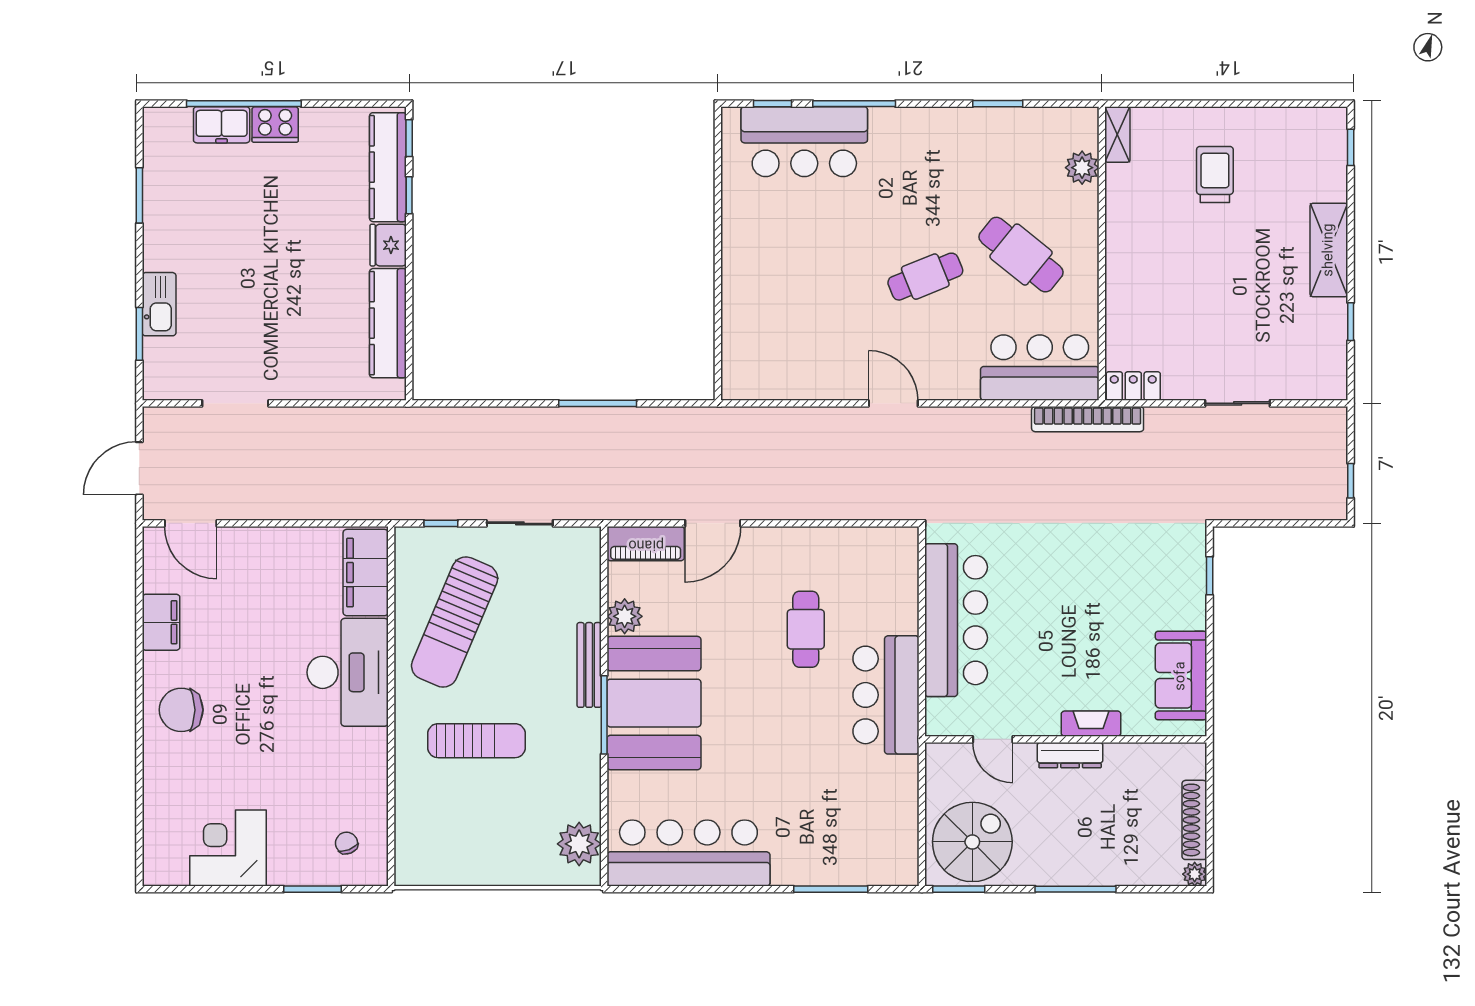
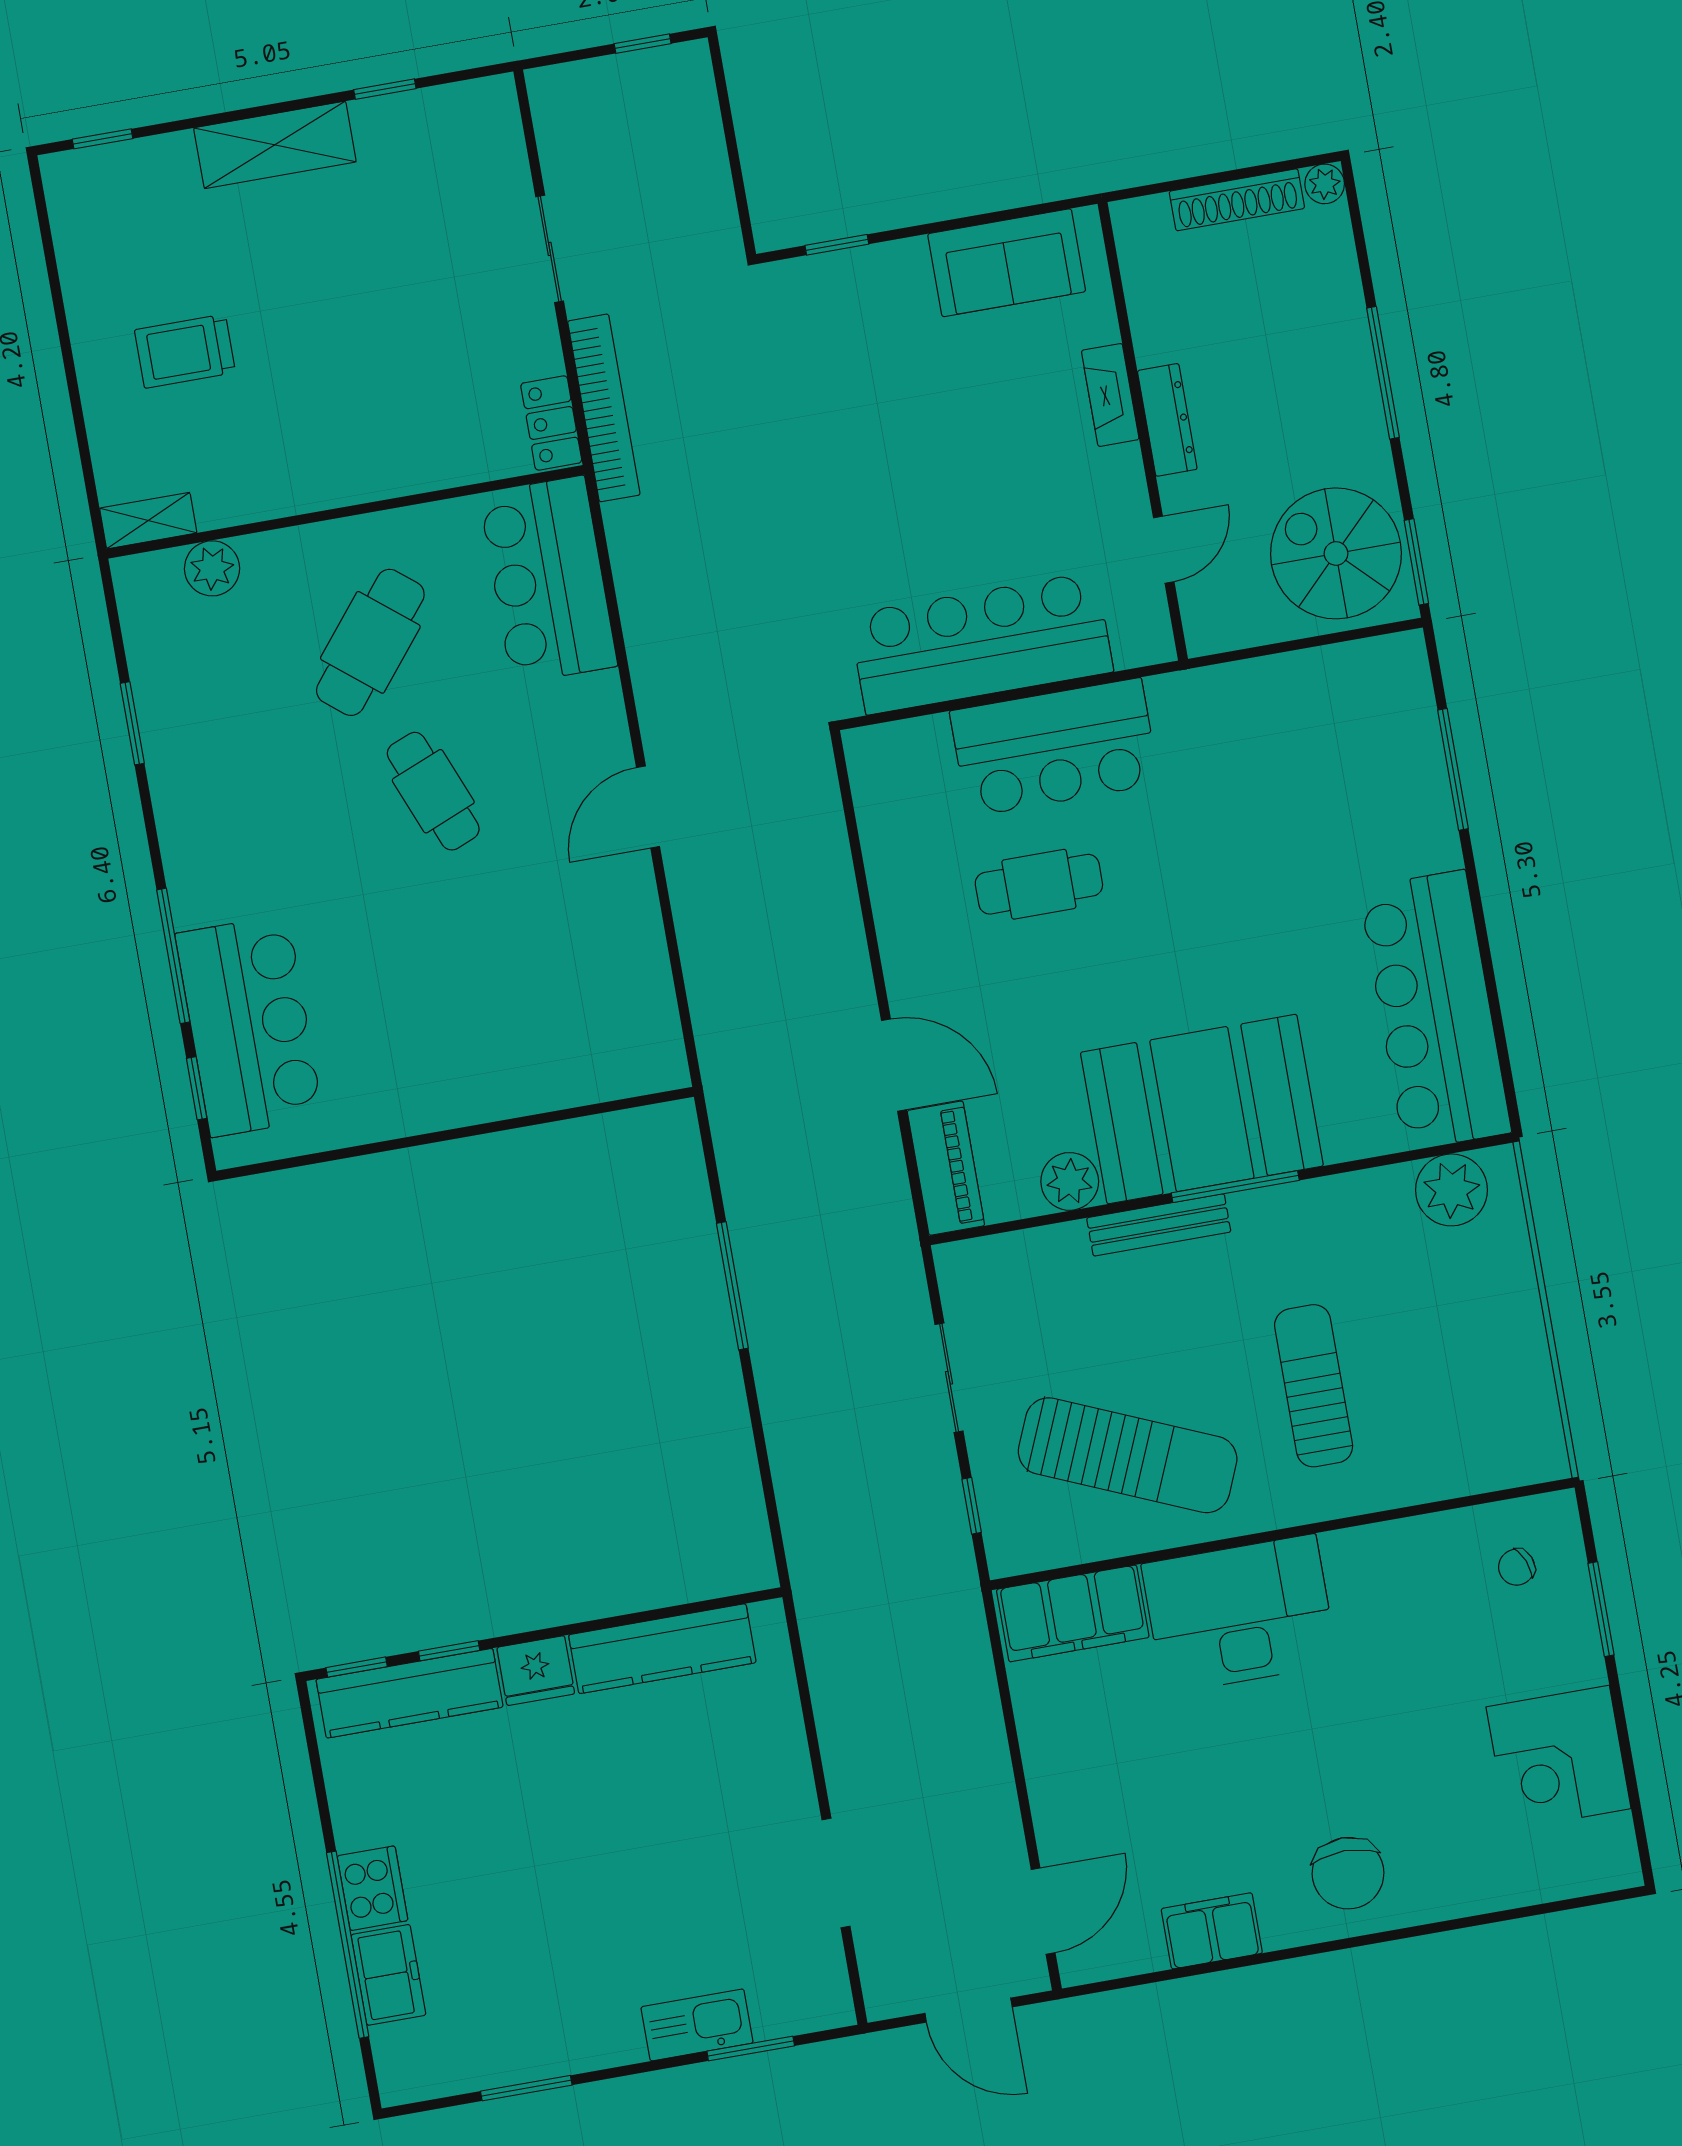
bookcase: (1088, 419) -> (604, 408), moved
bar counter: (886, 695) -> (1055, 747), moved

